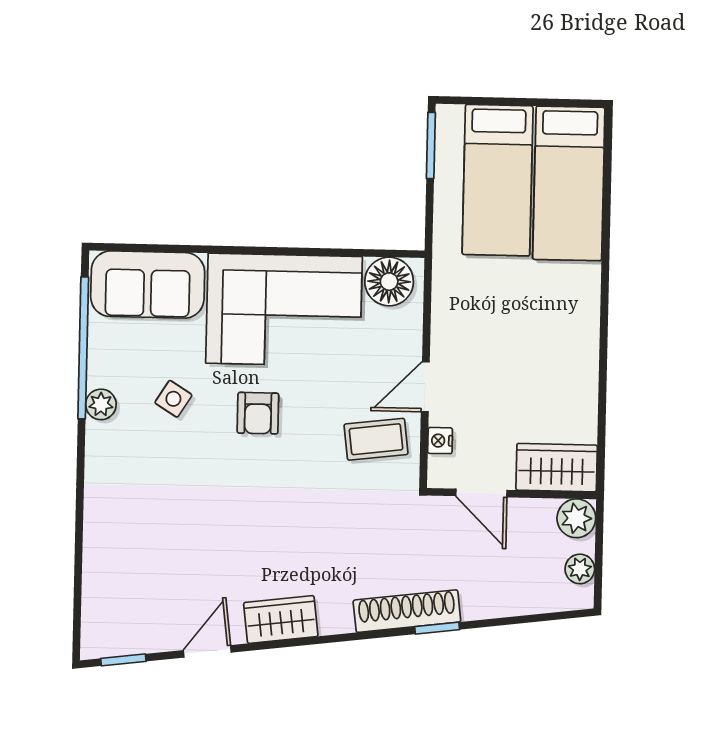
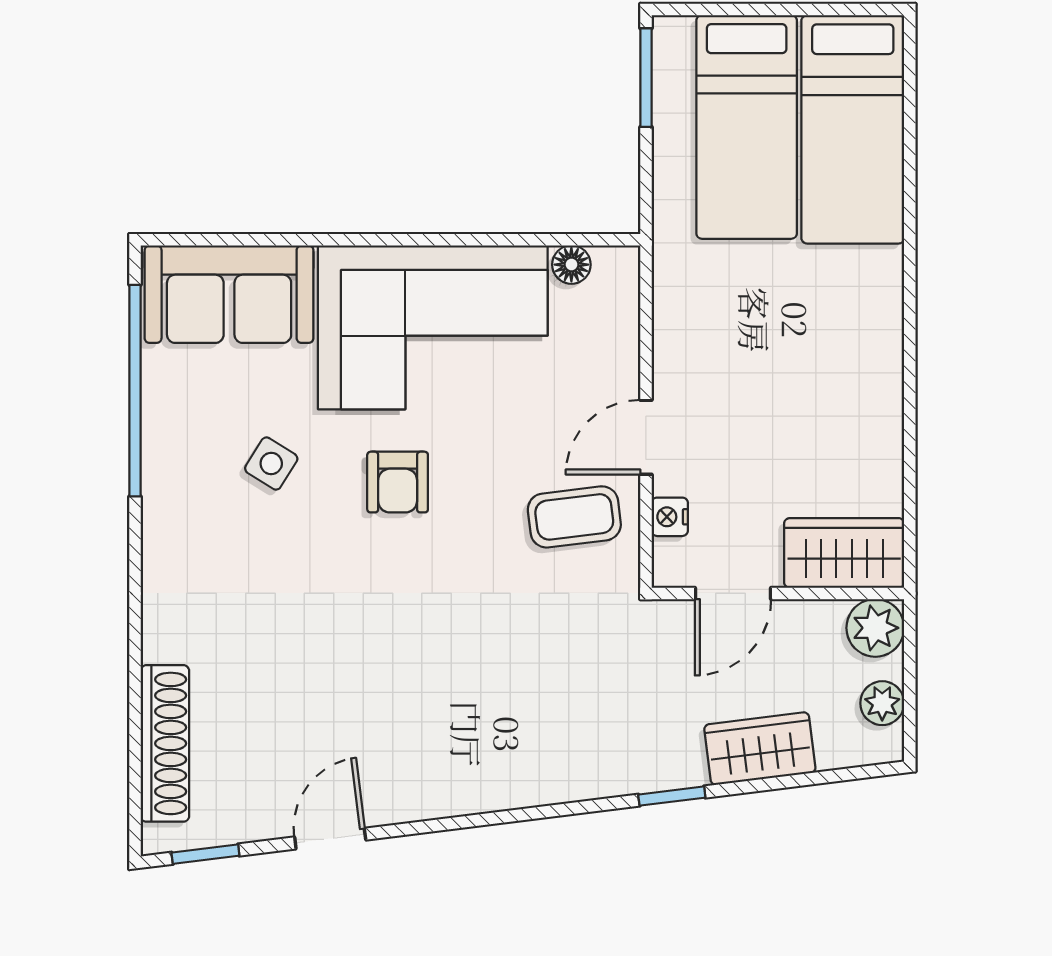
floor lamp: (389, 282) -> (571, 265), width x0.53, depth x0.53
plant: (101, 404) -> (163, 474), removed
door: (481, 493) -> (733, 593), hinge flipped
shoe rack: (407, 611) -> (165, 743), moved, turned 97
wardrobe: (281, 620) -> (760, 749), moved

